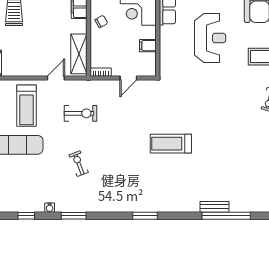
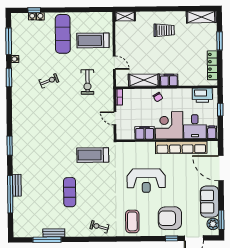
filing cabinet: (148, 46) -> (145, 133), width x2.00
shelving: (79, 54) -> (144, 80), moved
exercise mat: (224, 138) -> (70, 192), added
treadmill: (171, 144) -> (93, 155), moved, turned -90
window: (26, 216) -> (9, 41), width x2.17
window: (145, 216) -> (10, 146), moved

